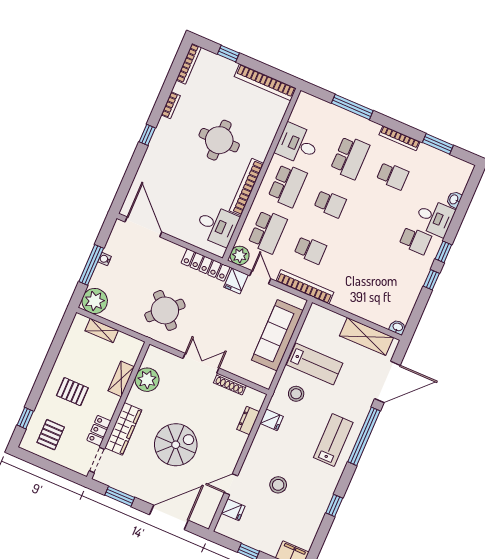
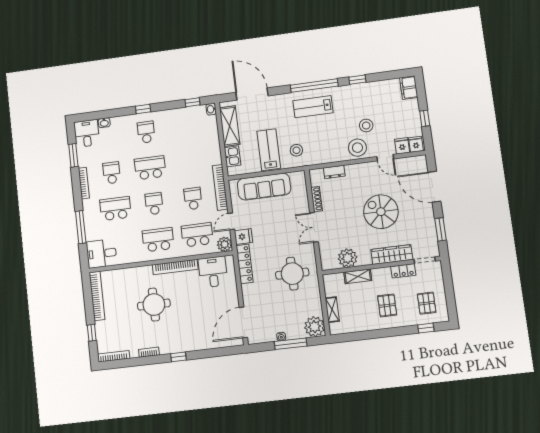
desk: (297, 144) -> (102, 254), moved, turned 90
desk: (435, 218) -> (87, 133), moved
school desk: (373, 222) -> (150, 168), added
window: (431, 280) -> (192, 102), moved
round table: (165, 310) -> (292, 274), turned 45
kitchen sink: (331, 320) -> (233, 156), added
fridge: (272, 420) -> (416, 144), moved
pallet: (51, 435) -> (427, 303), turned 90
window: (364, 436) -> (314, 86), moved
stool: (260, 461) -> (357, 148), added

